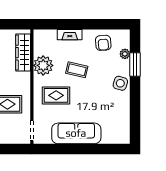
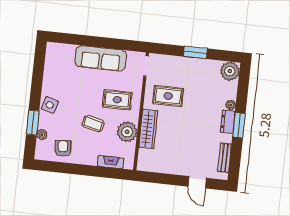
fireplace: (70, 35) -> (111, 162), moved
wardrobe: (23, 53) -> (148, 129), moved

